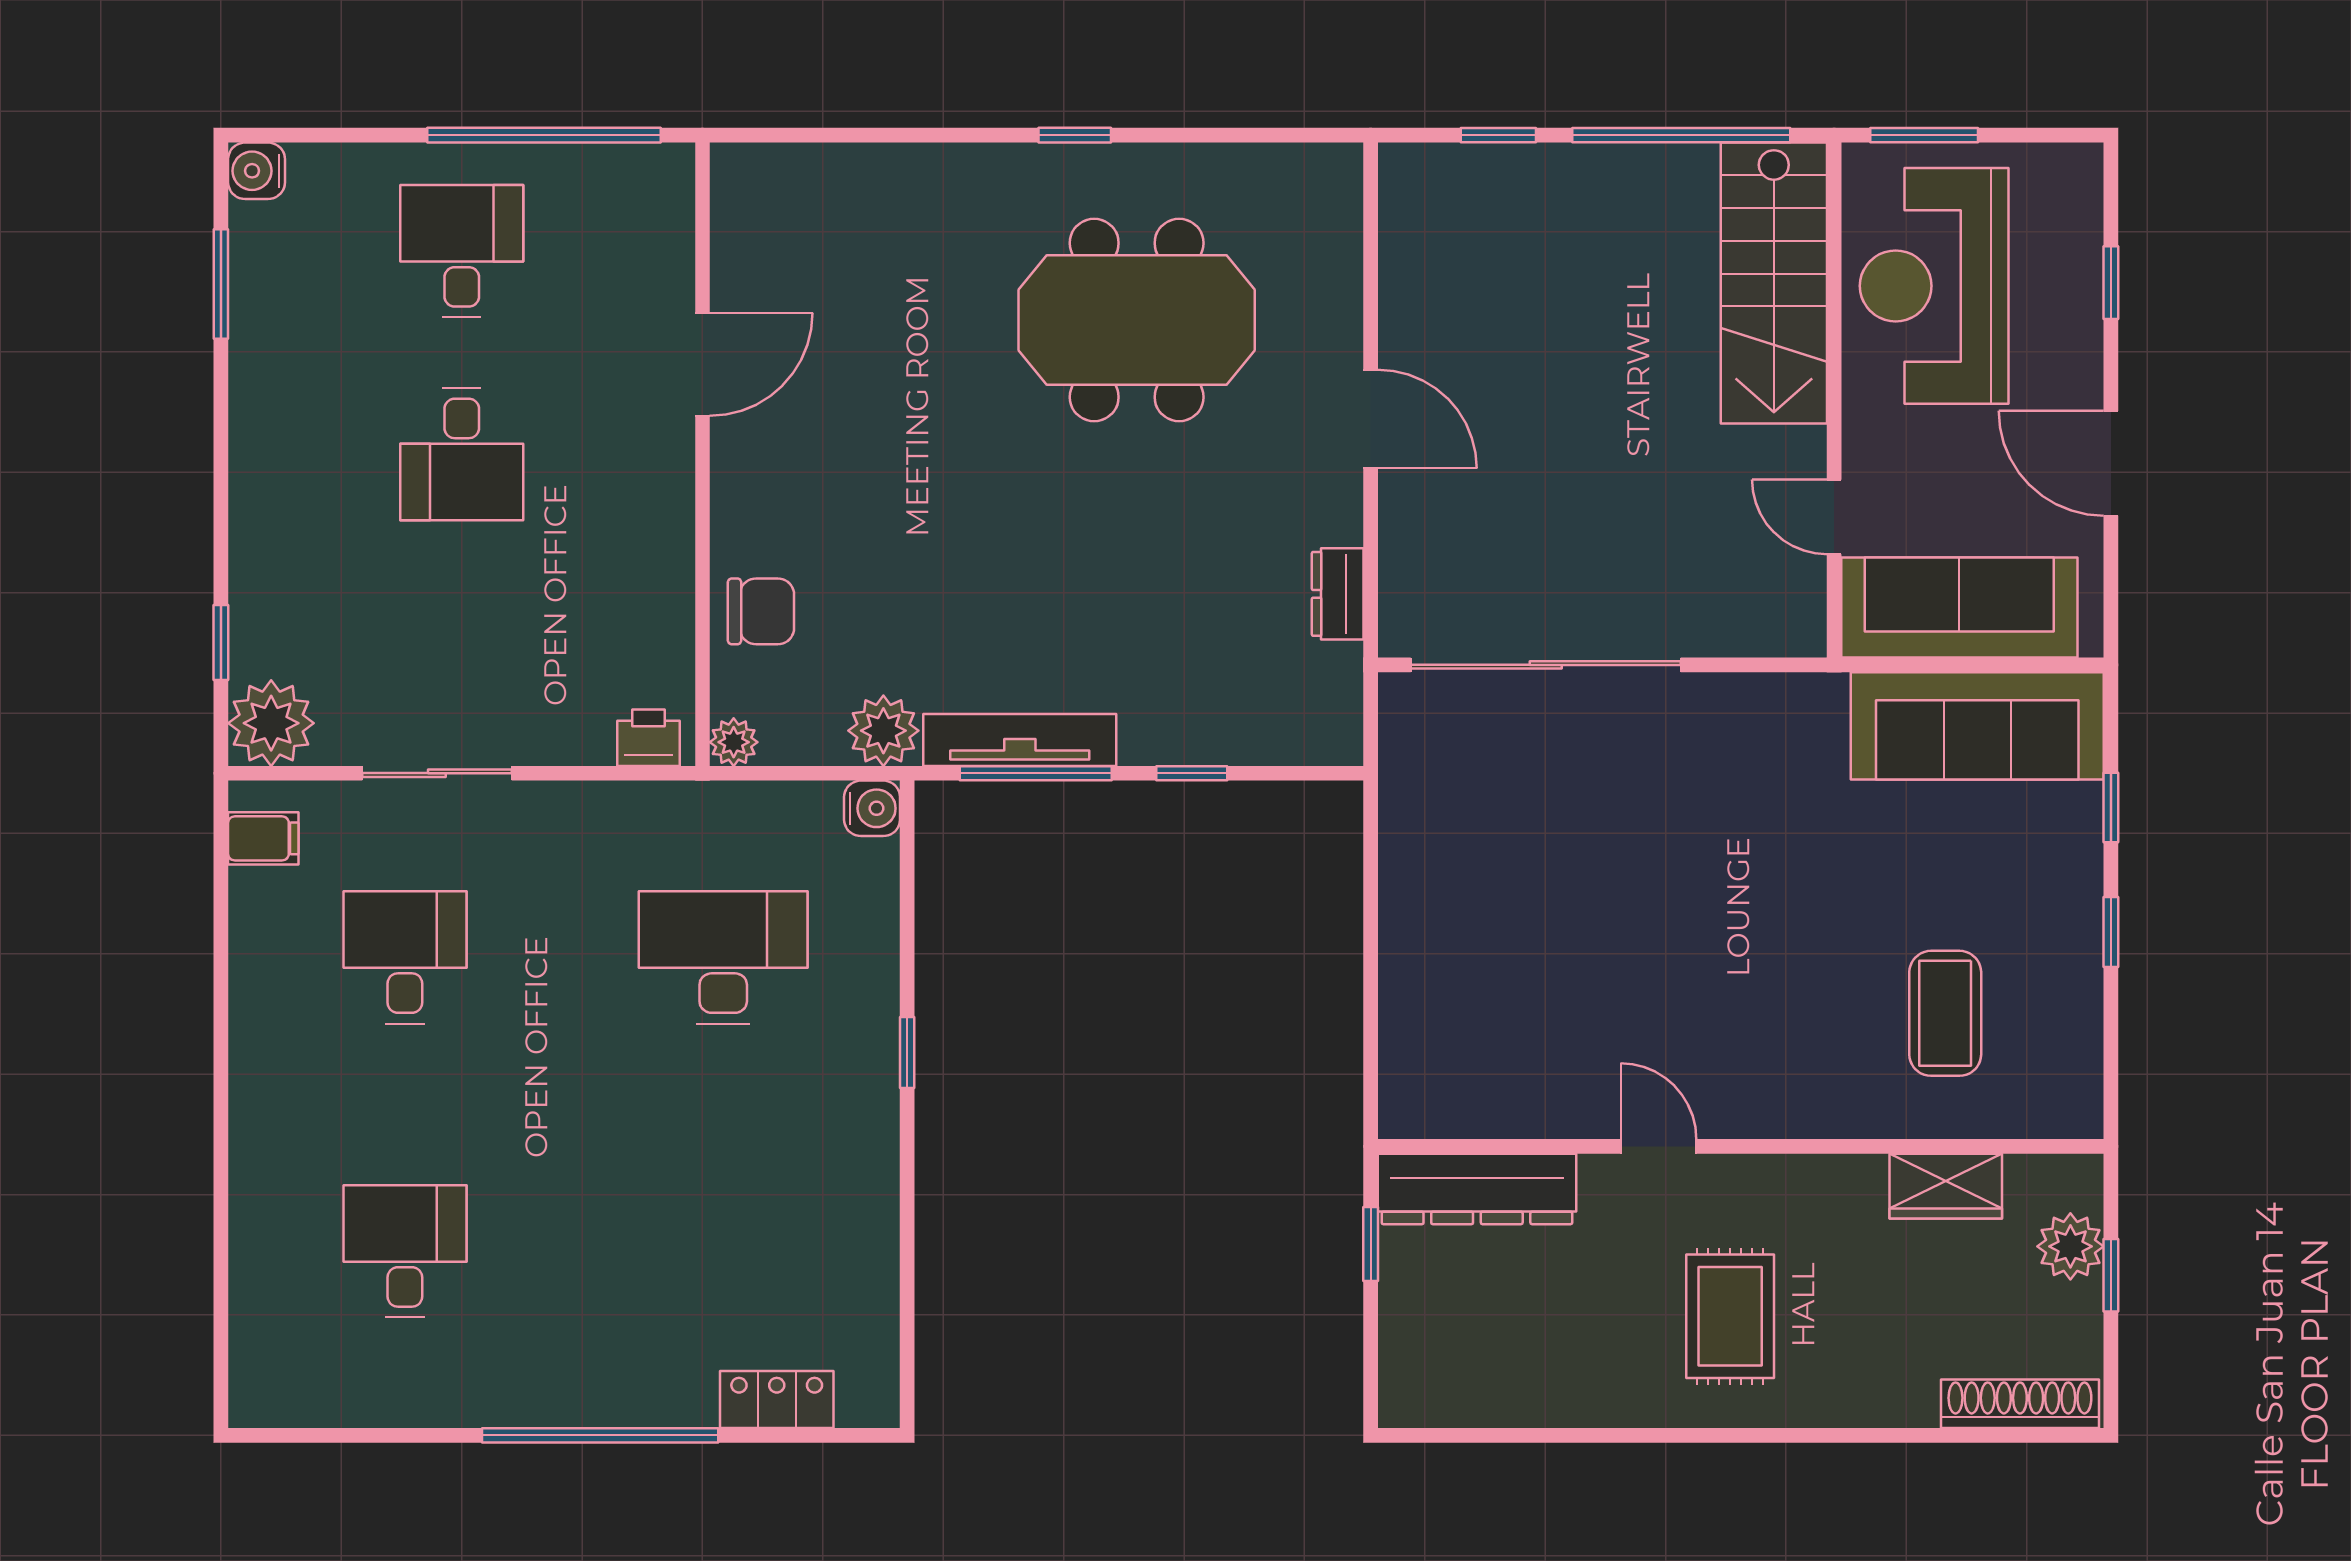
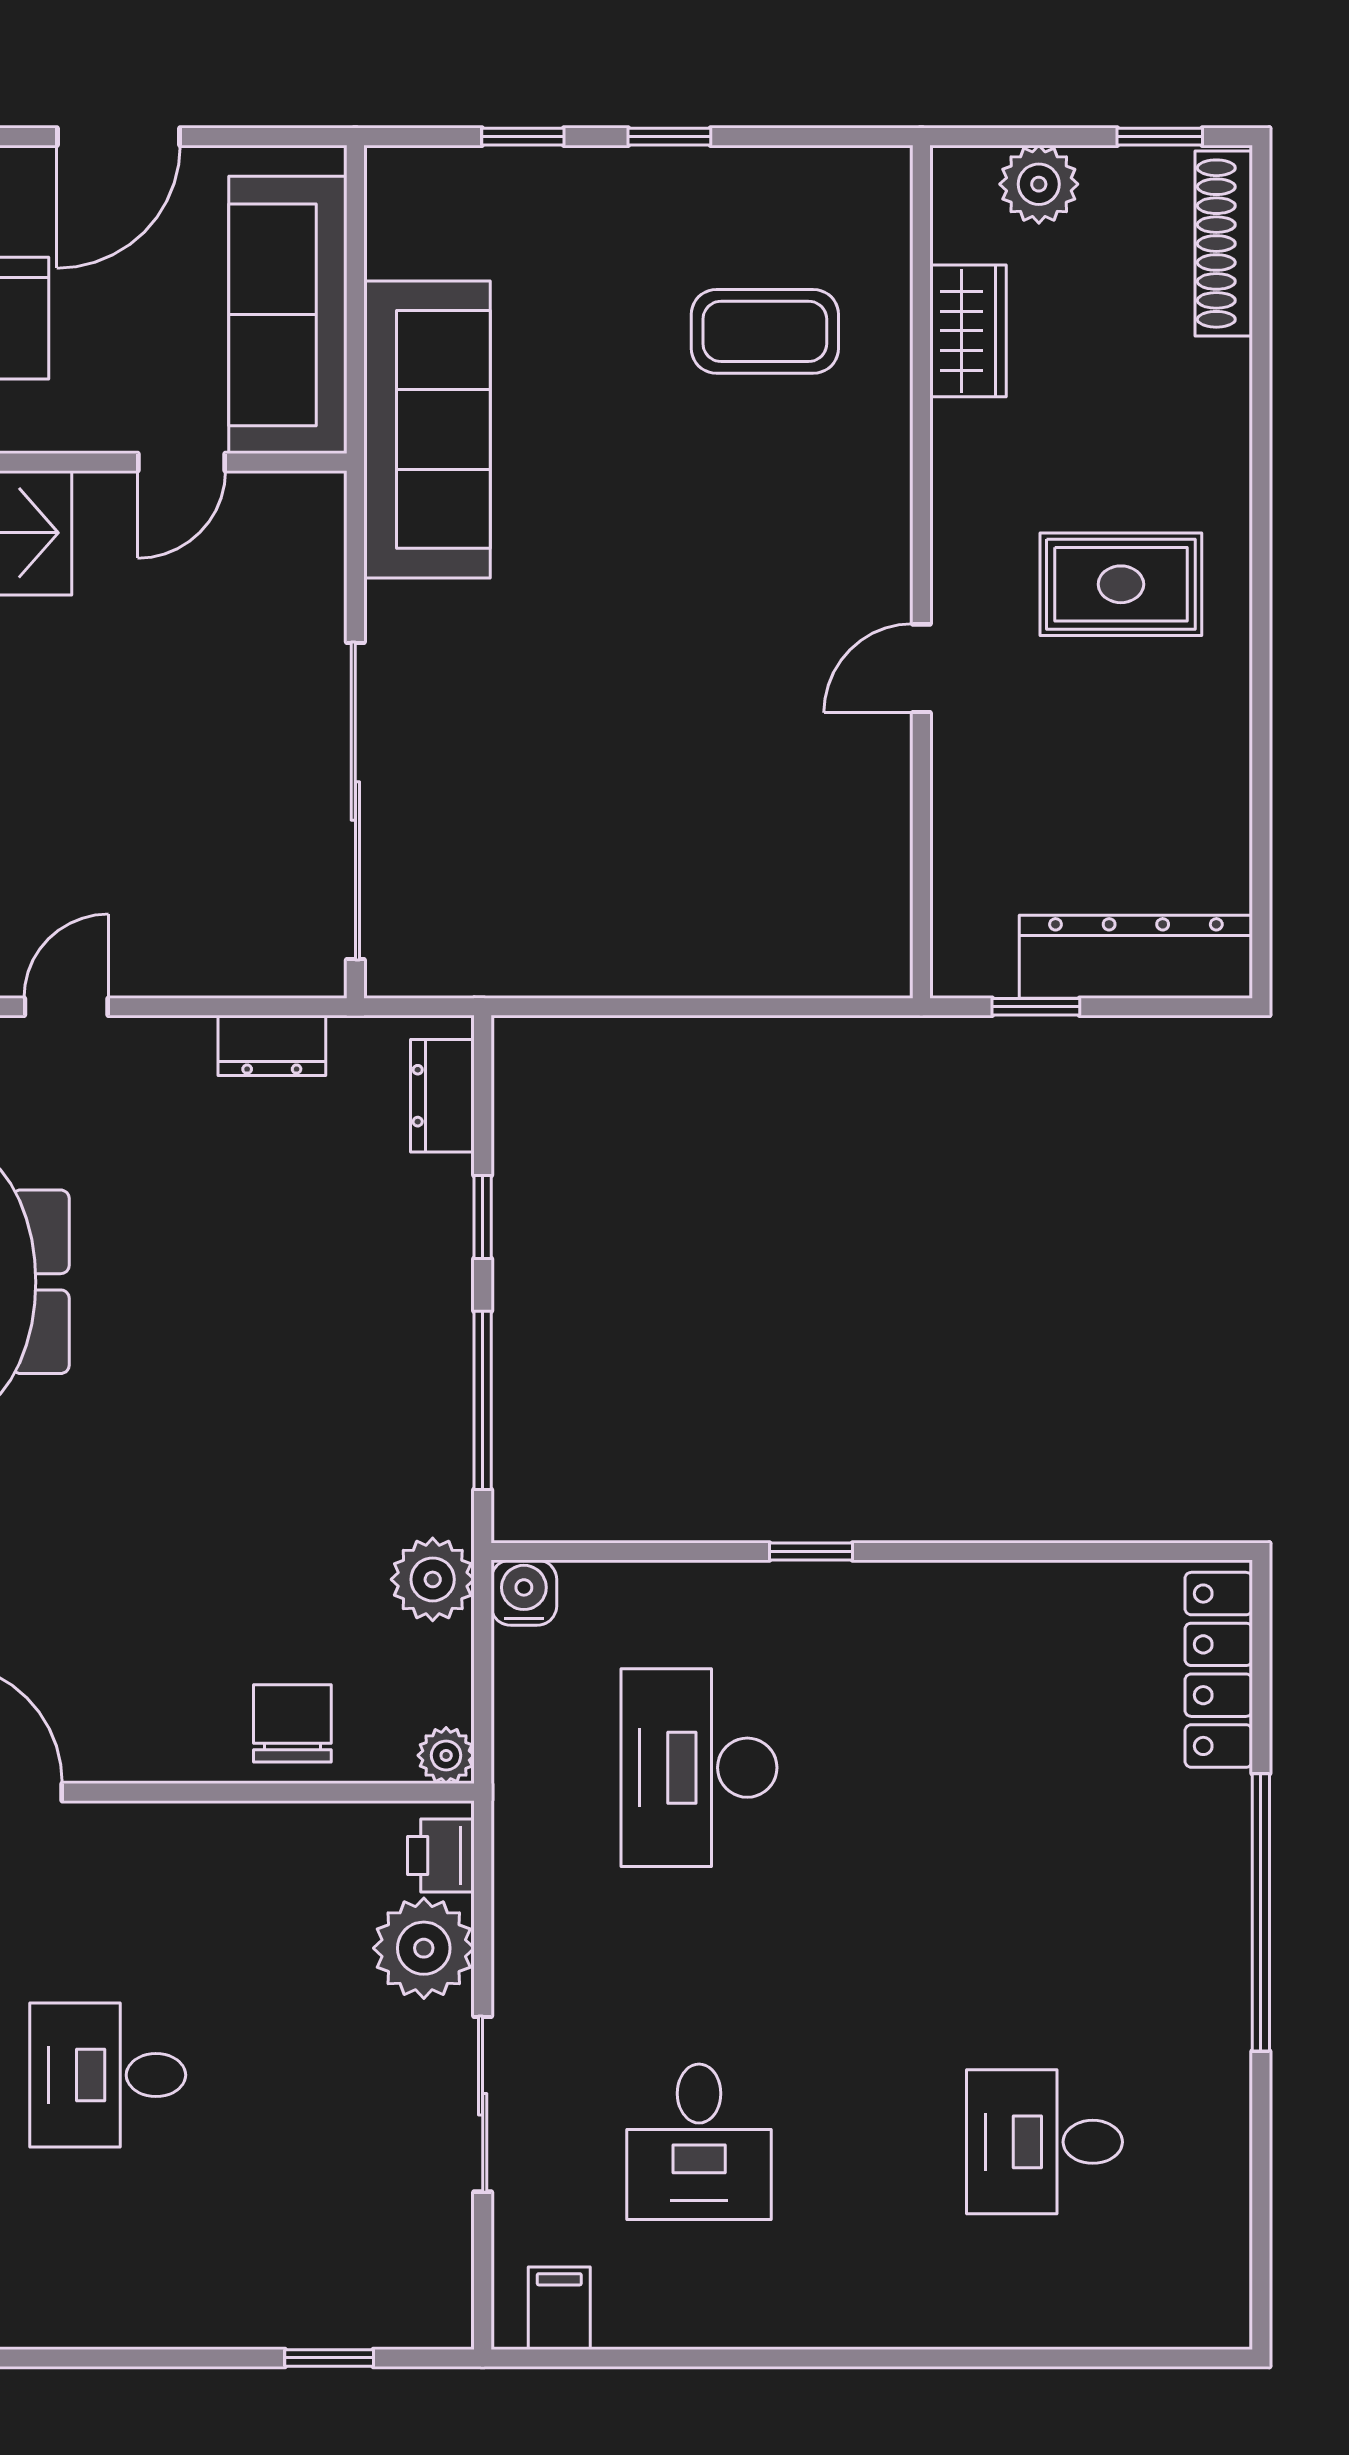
door: (1371, 419) -> (66, 1007), width x0.73
desk: (462, 454) -> (108, 2075), turned 180
plant: (271, 723) -> (424, 1948), moved
sofa: (1977, 726) -> (427, 429), moved
dresser: (1295, 739) -> (442, 1096), added
tv unit: (1020, 740) -> (443, 1419), removed
desk: (405, 957) -> (699, 2142), turned -90
dresser: (1477, 1189) -> (1136, 957), moved, turned -90
window: (2111, 1275) -> (1160, 137), moved
locker: (777, 1399) -> (1219, 1670), width x1.53

